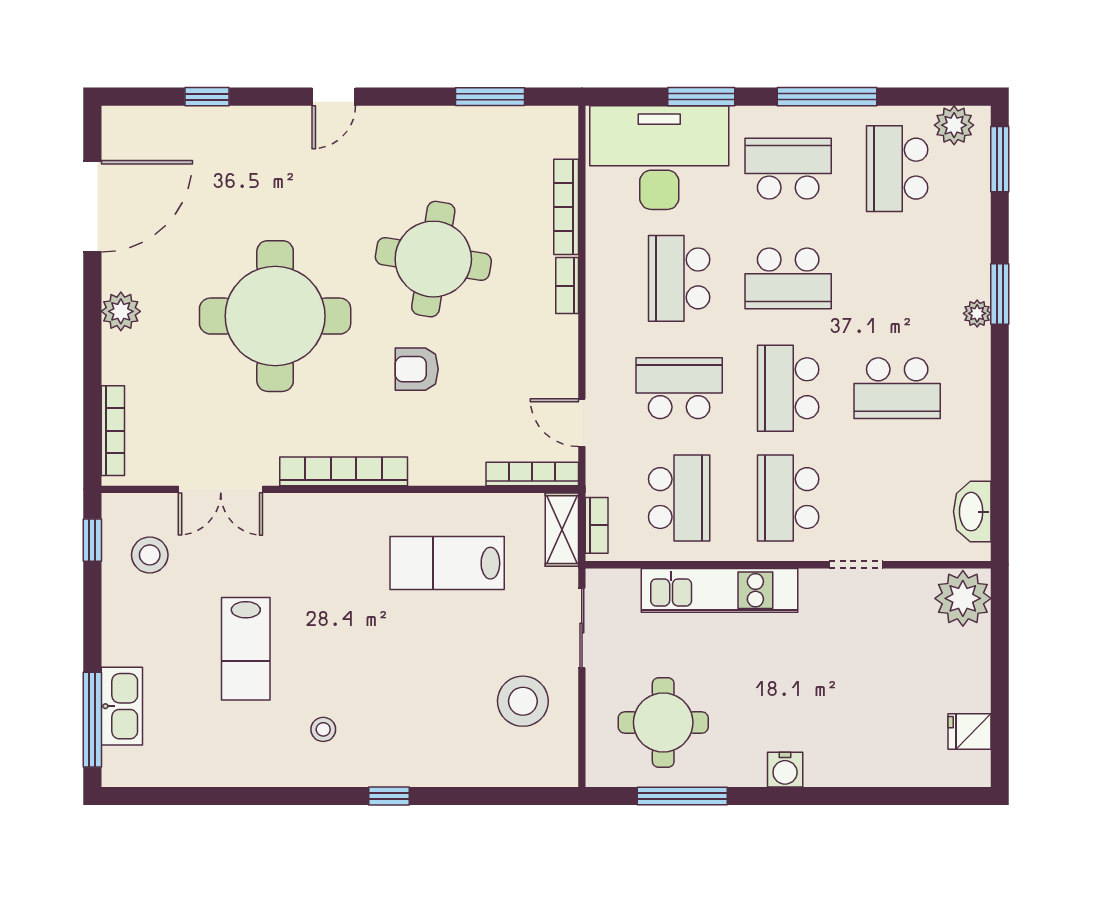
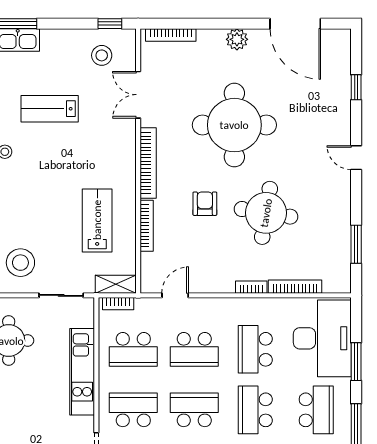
school desk: (679, 278) -> (255, 349), turned -90
school desk: (679, 388) -> (194, 349), turned 90
bookcase: (532, 474) -> (147, 226), moved

